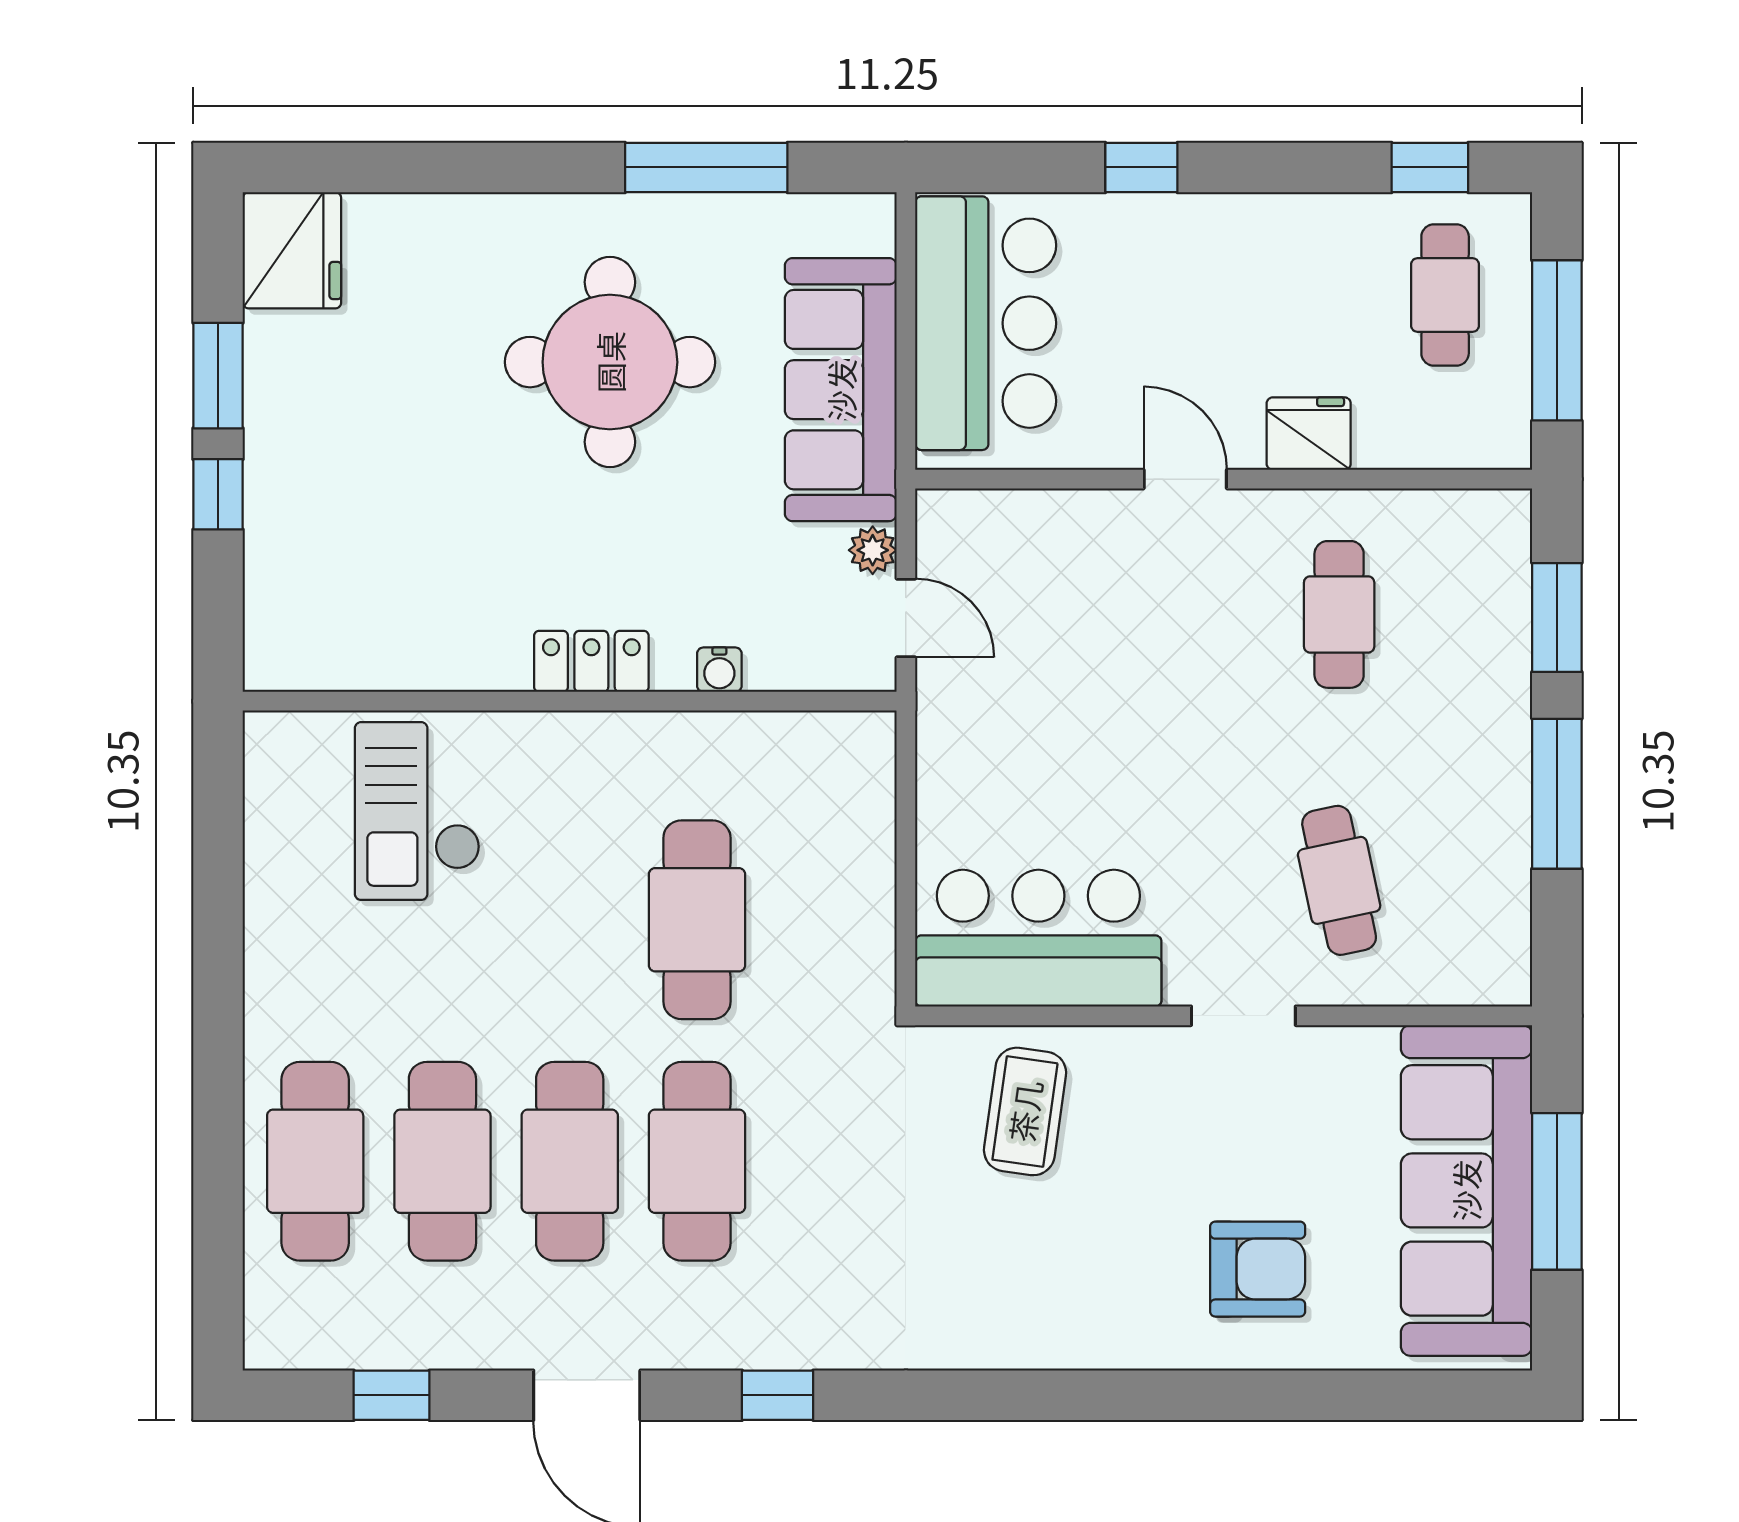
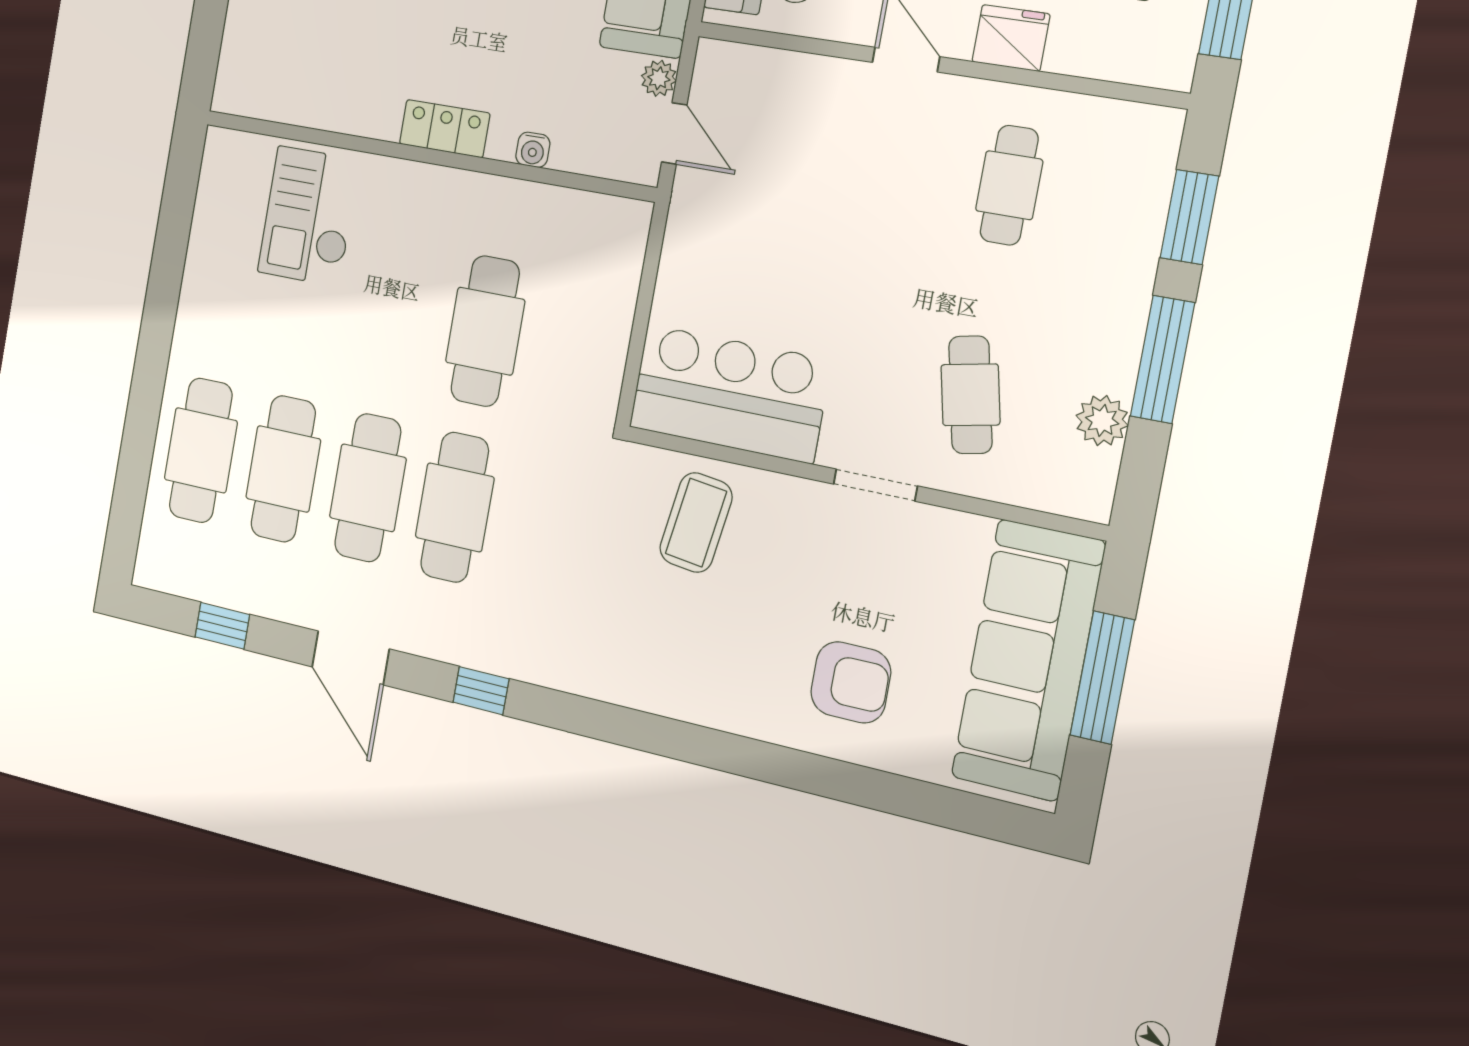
plant: (1501, 881) -> (1102, 421), added

